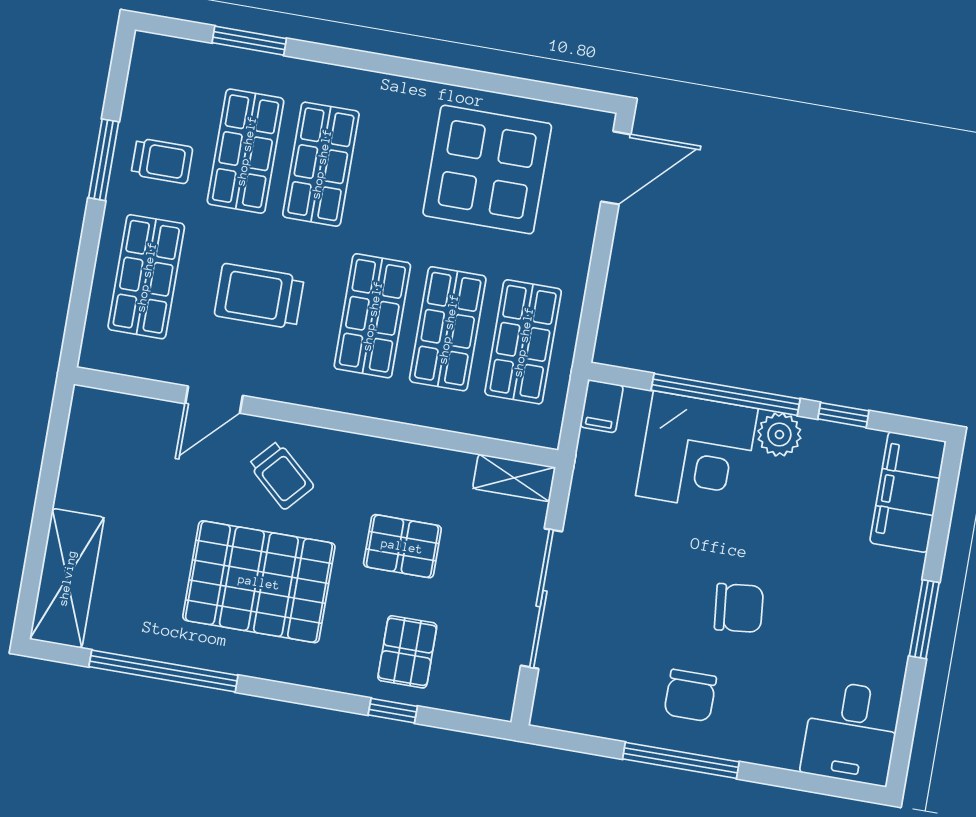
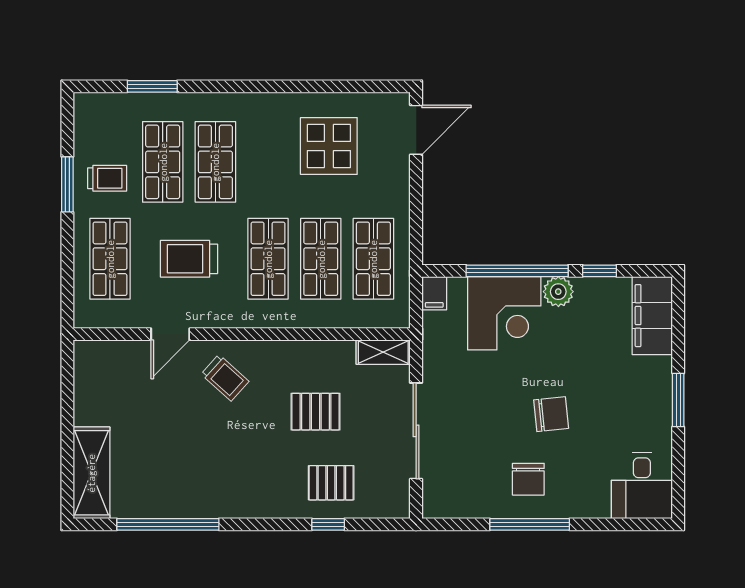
display table: (487, 170) -> (329, 146), width x0.73, depth x0.73
pallet: (259, 582) -> (222, 453), removed
pallet: (407, 652) -> (331, 483), turned 90

